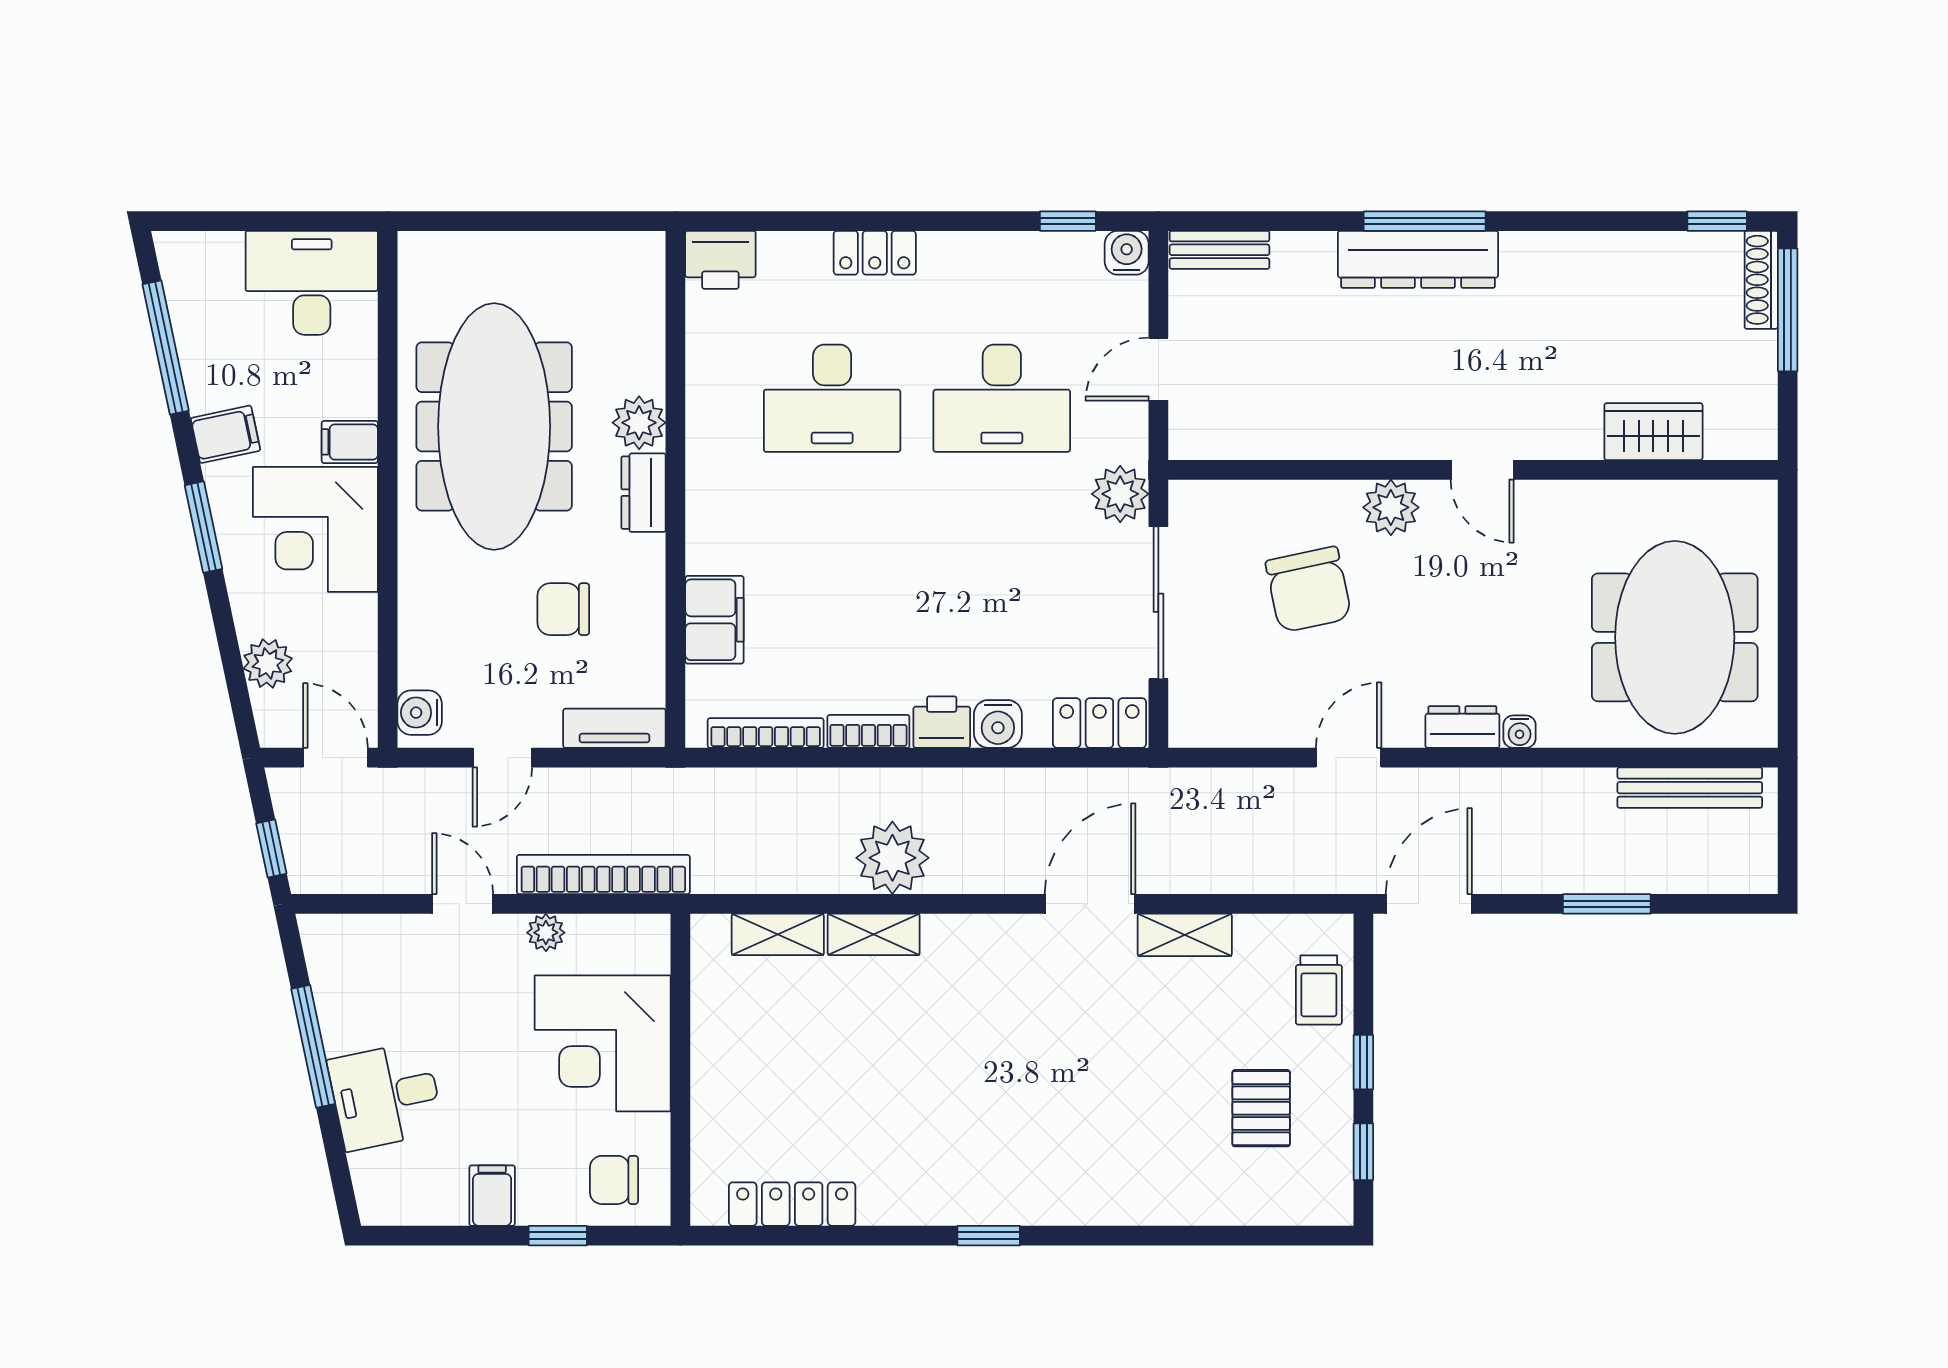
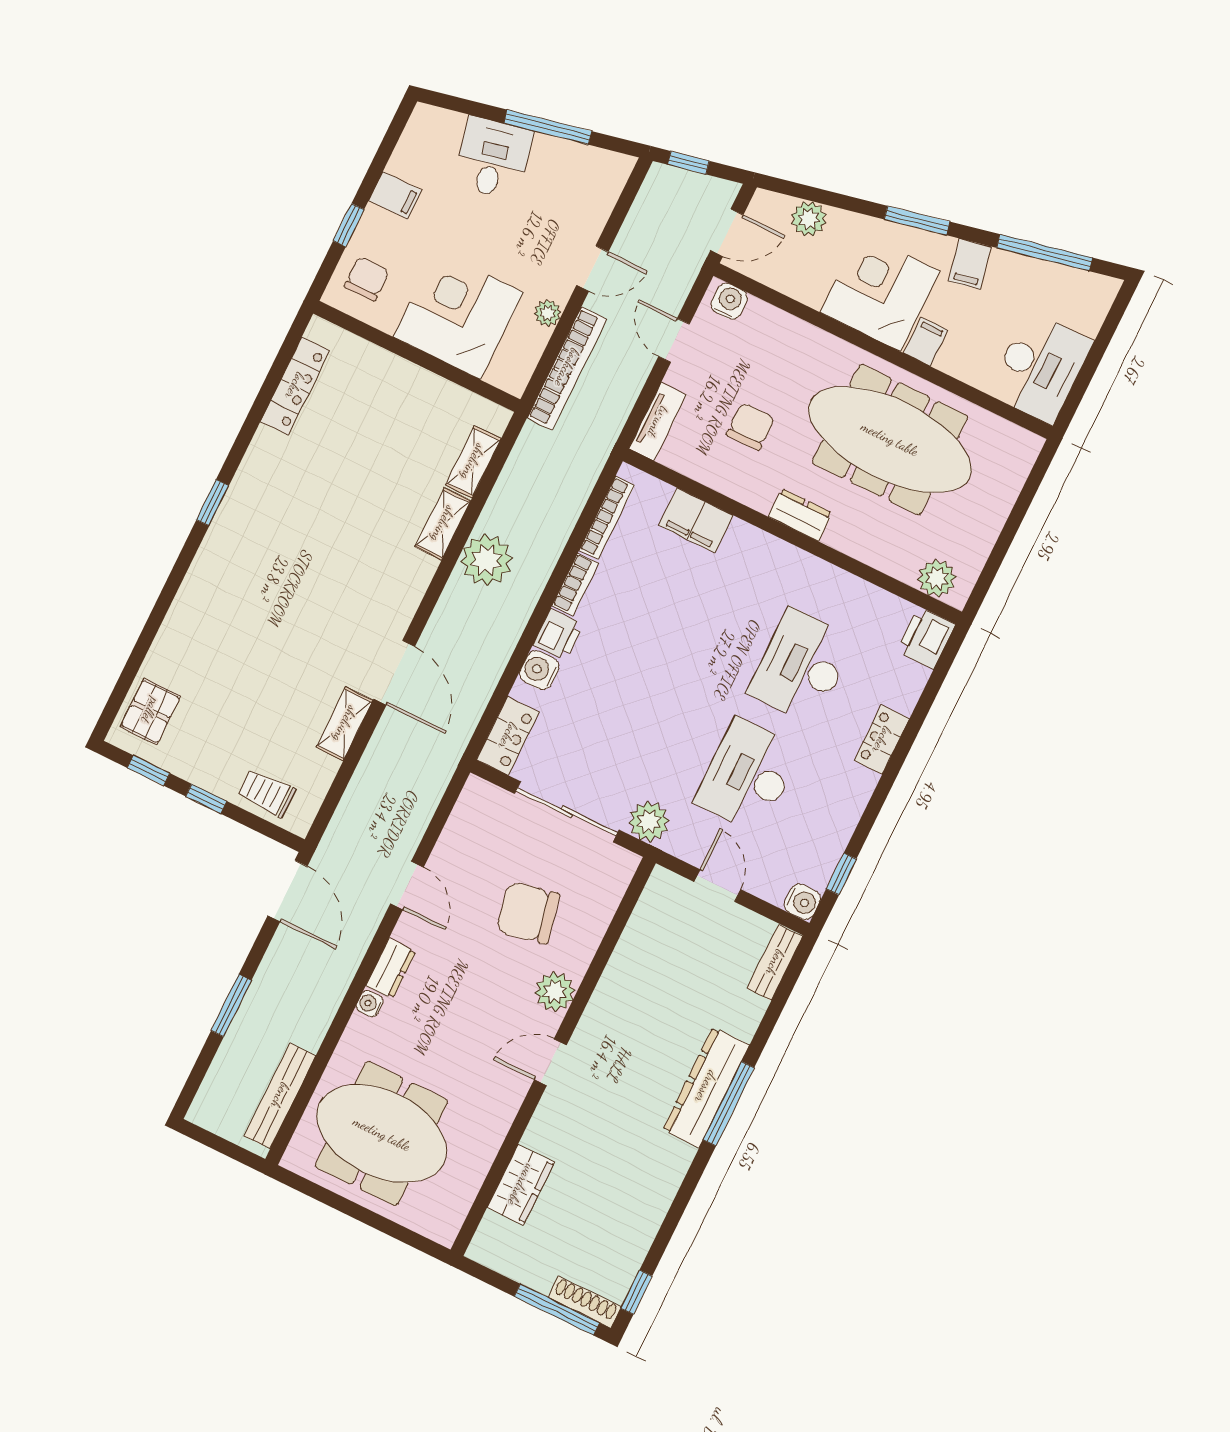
plant: (639, 423) -> (937, 578), moved
pallet: (1261, 1108) -> (150, 711), moved, turned 90

